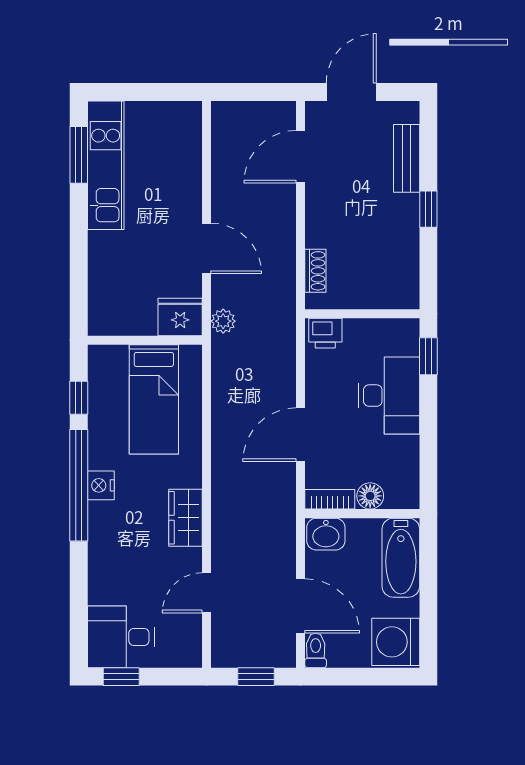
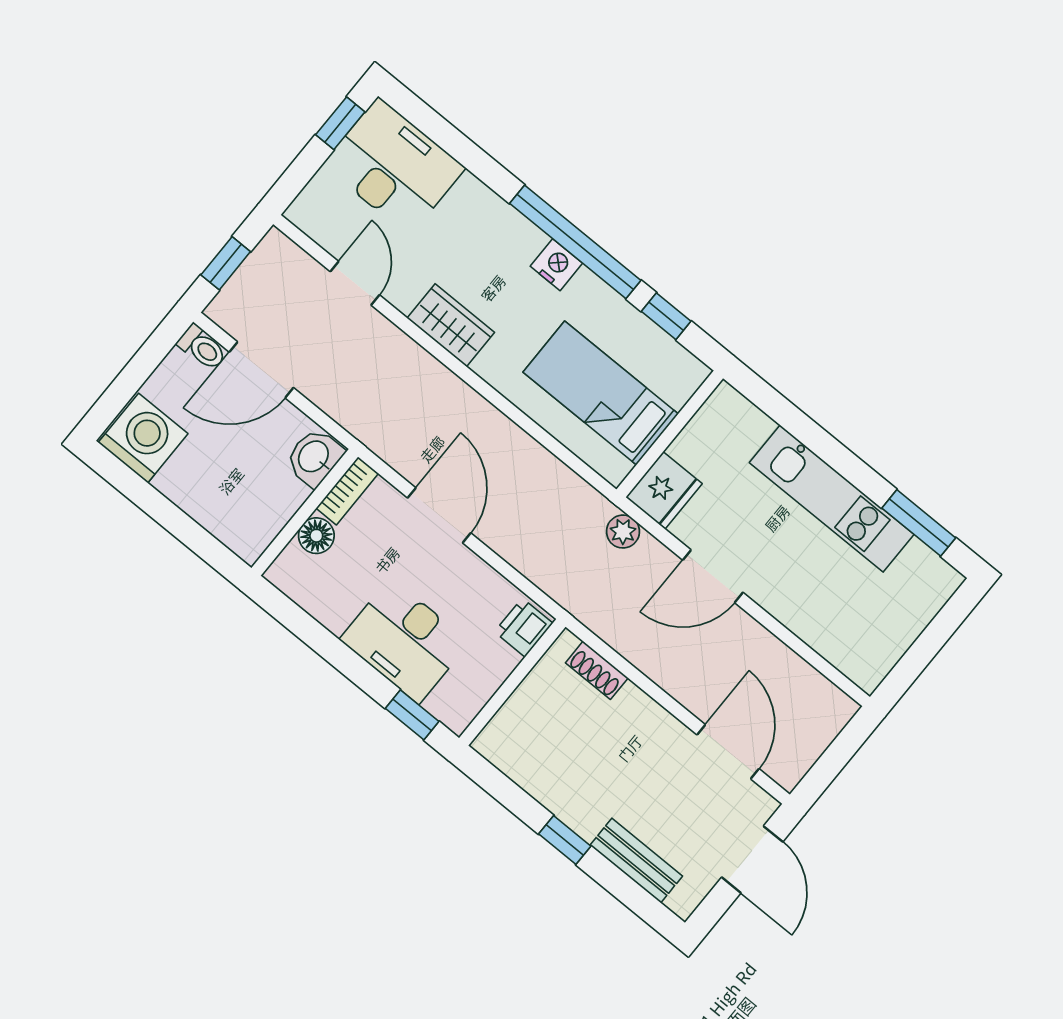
kitchen unit: (106, 165) -> (832, 498), moved
bathtub: (401, 558) -> (226, 515), removed
desk: (121, 637) -> (394, 167), width x1.37

